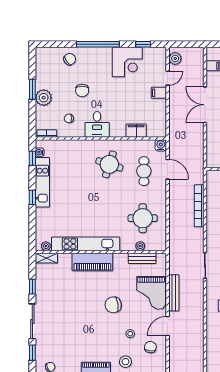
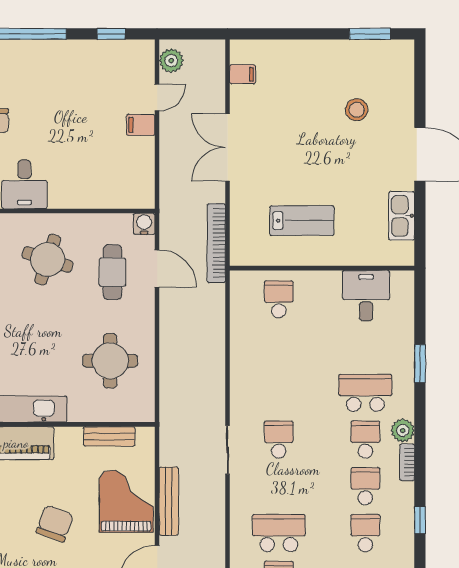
corner desk: (127, 62) -> (81, 67), removed
filing cabinet: (136, 131) -> (98, 196), removed
bookcase: (199, 206) -> (216, 243), moved
plant: (140, 246) -> (106, 413), removed
grand piano: (151, 293) -> (126, 501), turned 180
chair: (113, 305) -> (55, 524), turned 119

